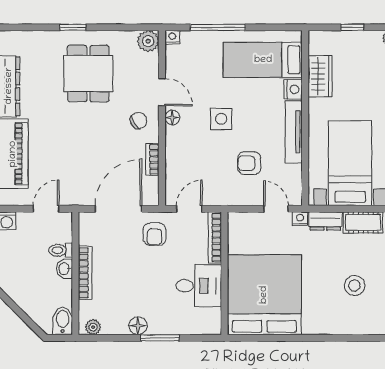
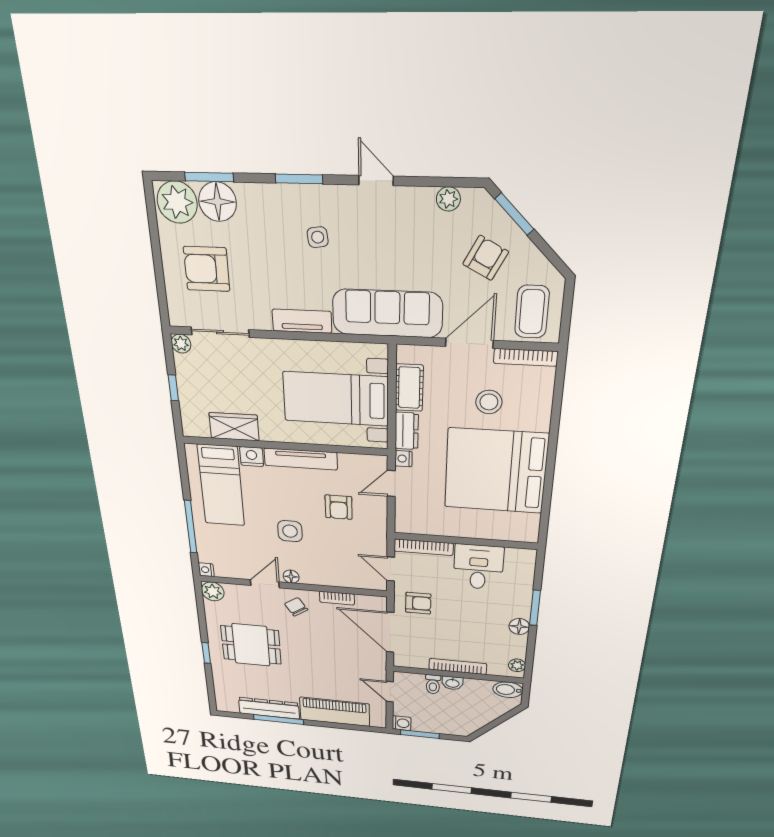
bed: (264, 295) -> (496, 471), moved

